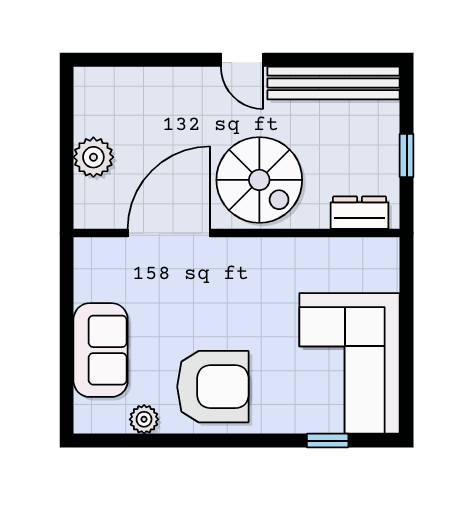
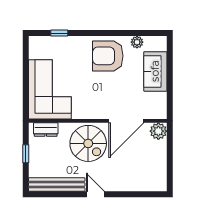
plant: (93, 157) -> (158, 131), moved
spiral stairs: (259, 180) -> (88, 143), turned 180
corner sofa: (350, 363) -> (50, 89), moved

